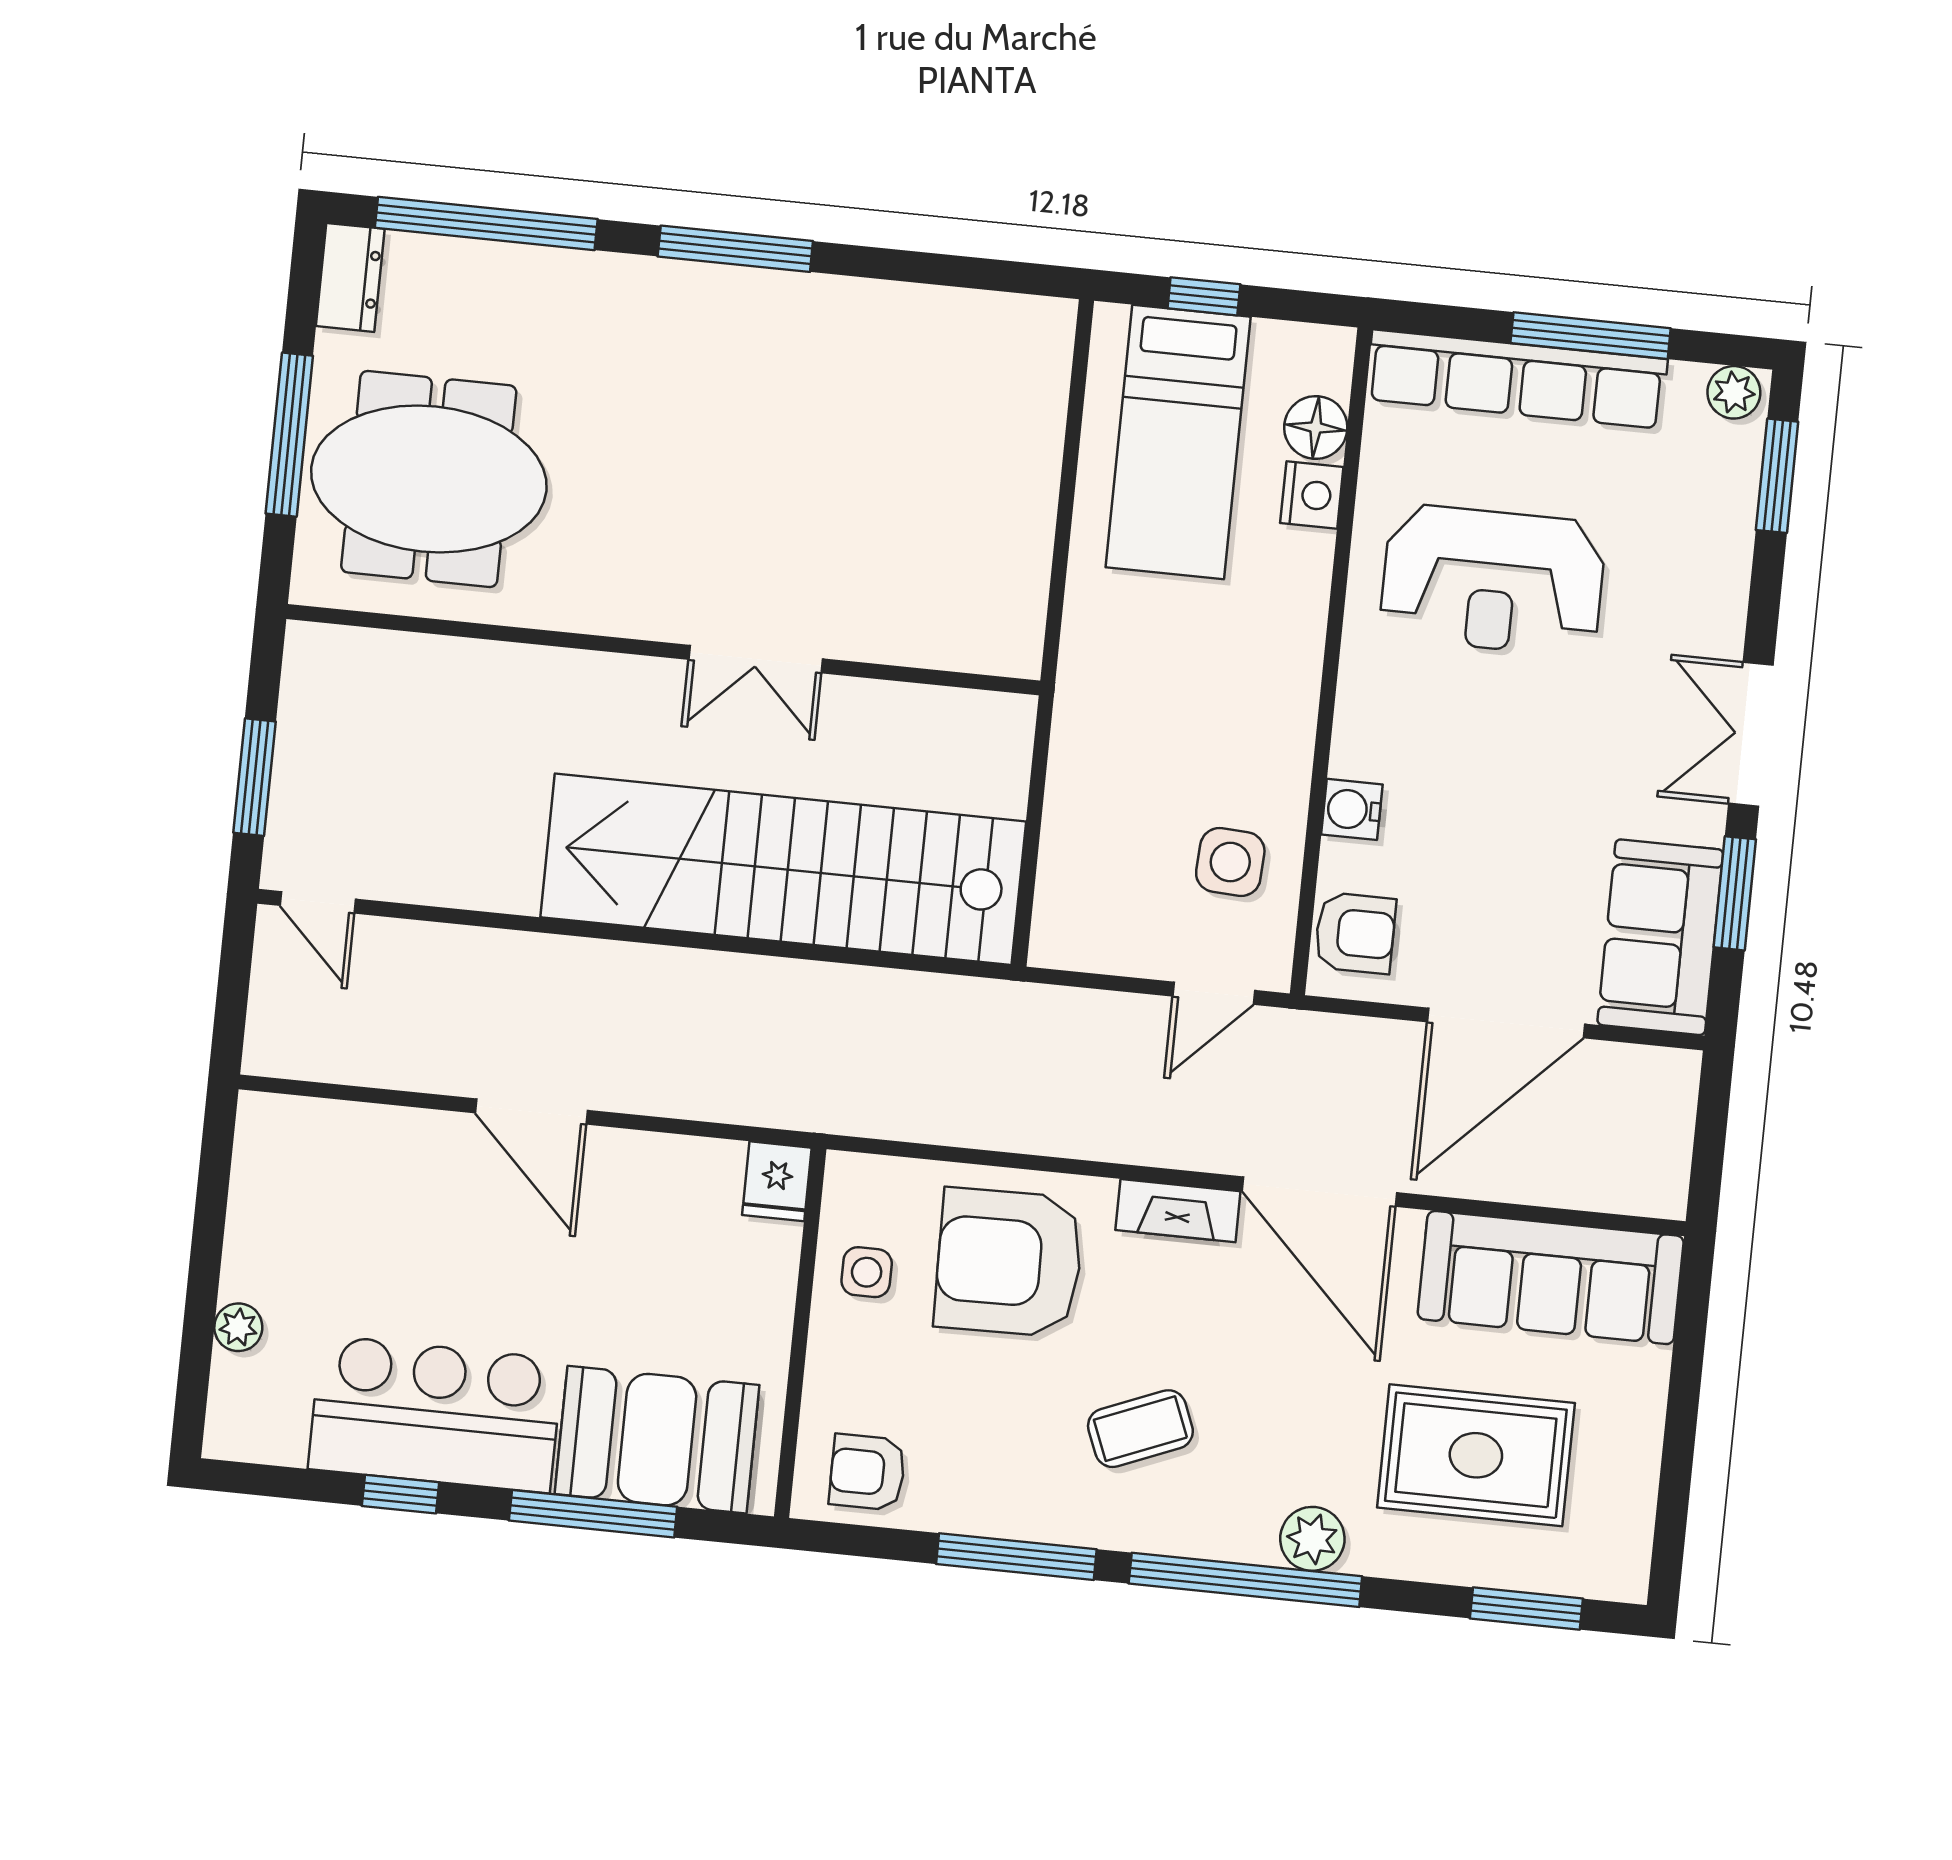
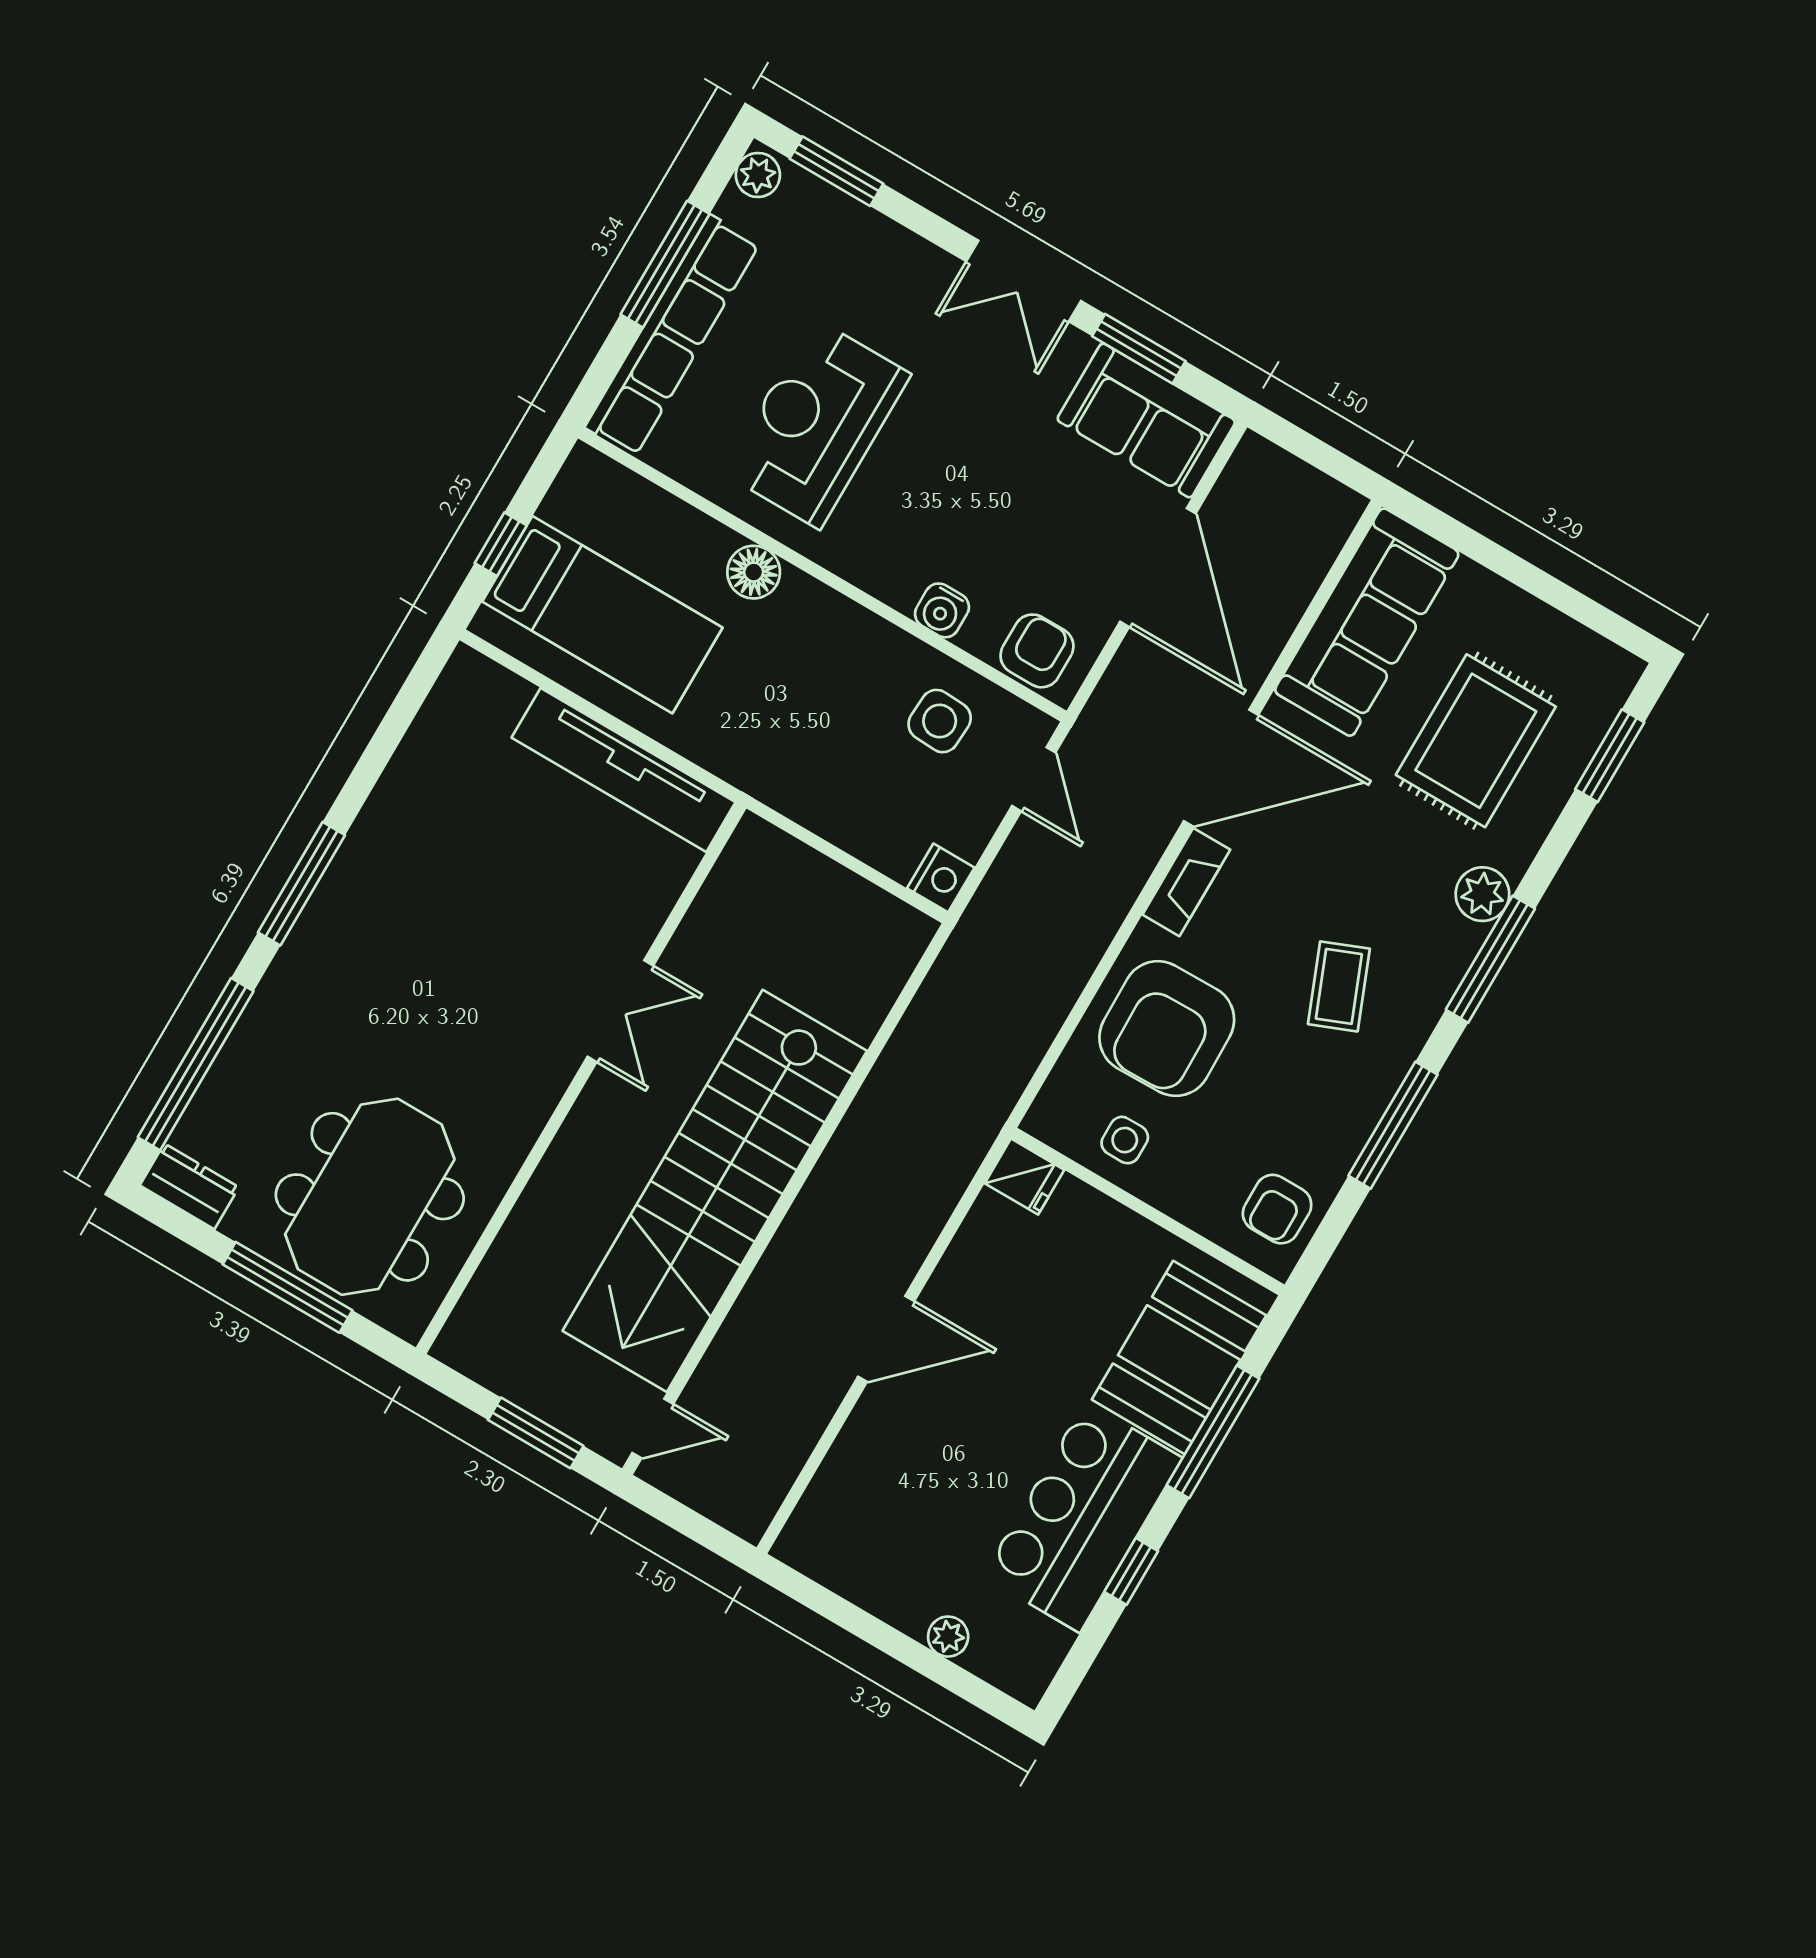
floor lamp: (1316, 427) -> (754, 572), moved
nightstand: (1312, 495) -> (941, 878), moved, turned 90
tv unit: (1020, 542) -> (624, 770), added
reception desk: (1493, 580) -> (817, 424), turned 180
stairs: (783, 869) -> (715, 1191), moved
window: (1245, 1580) -> (1490, 959), width x0.68

